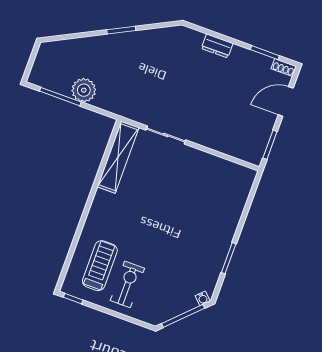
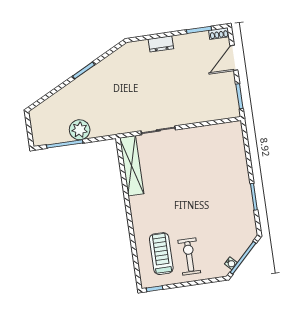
water cooler: (203, 298) -> (231, 263), moved

